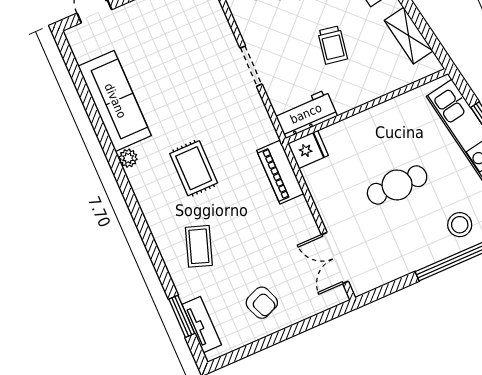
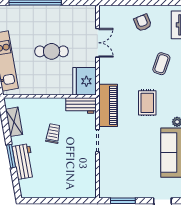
fridge: (308, 149) -> (84, 81), width x1.88, depth x1.34
piano: (280, 172) -> (108, 105), moved, width x1.37, depth x1.33
stool: (460, 225) -> (29, 19), removed
double door: (335, 258) -> (97, 43), moved

